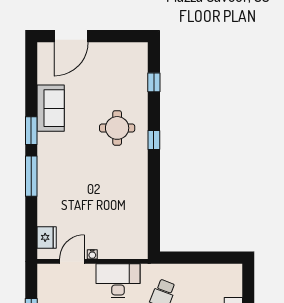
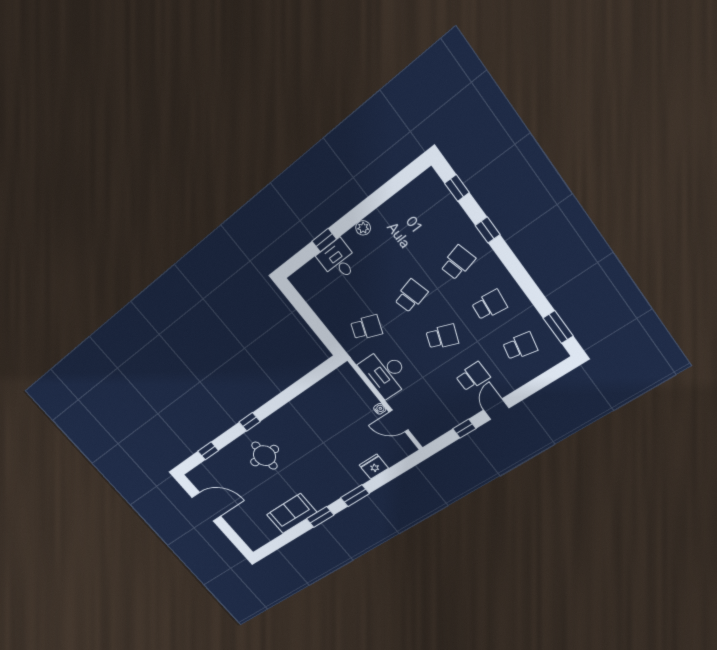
door: (71, 36) -> (206, 507), moved
window: (31, 176) -> (355, 496), width x0.69
fridge: (47, 237) -> (374, 467), moved

